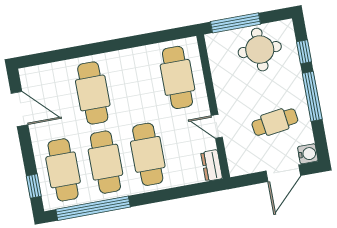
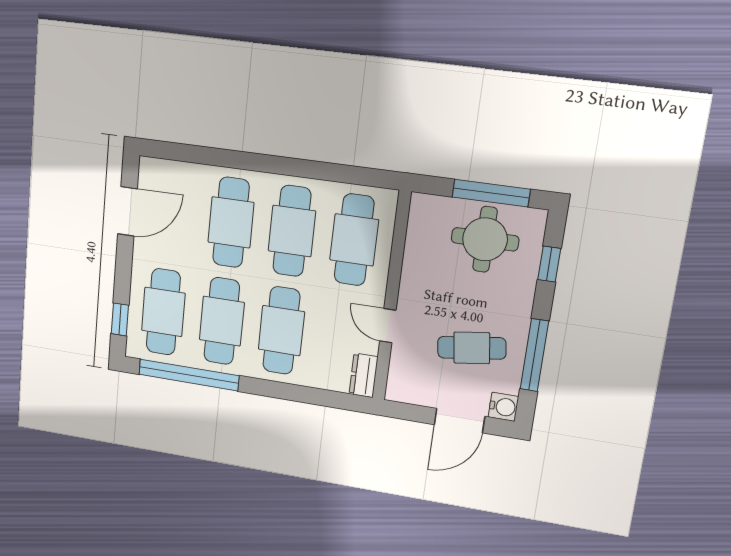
window: (235, 23) -> (491, 193), moved
cafe table: (135, 85) -> (292, 231), added
window: (312, 96) -> (534, 355), moved
door: (20, 109) -> (127, 211), hinge flipped

